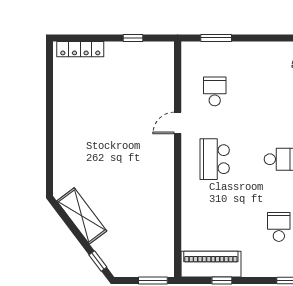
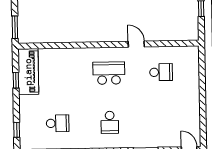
window: (216, 38) -> (202, 73), removed

